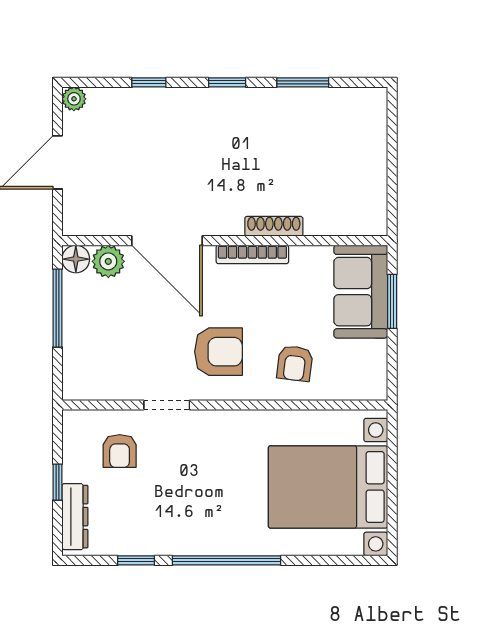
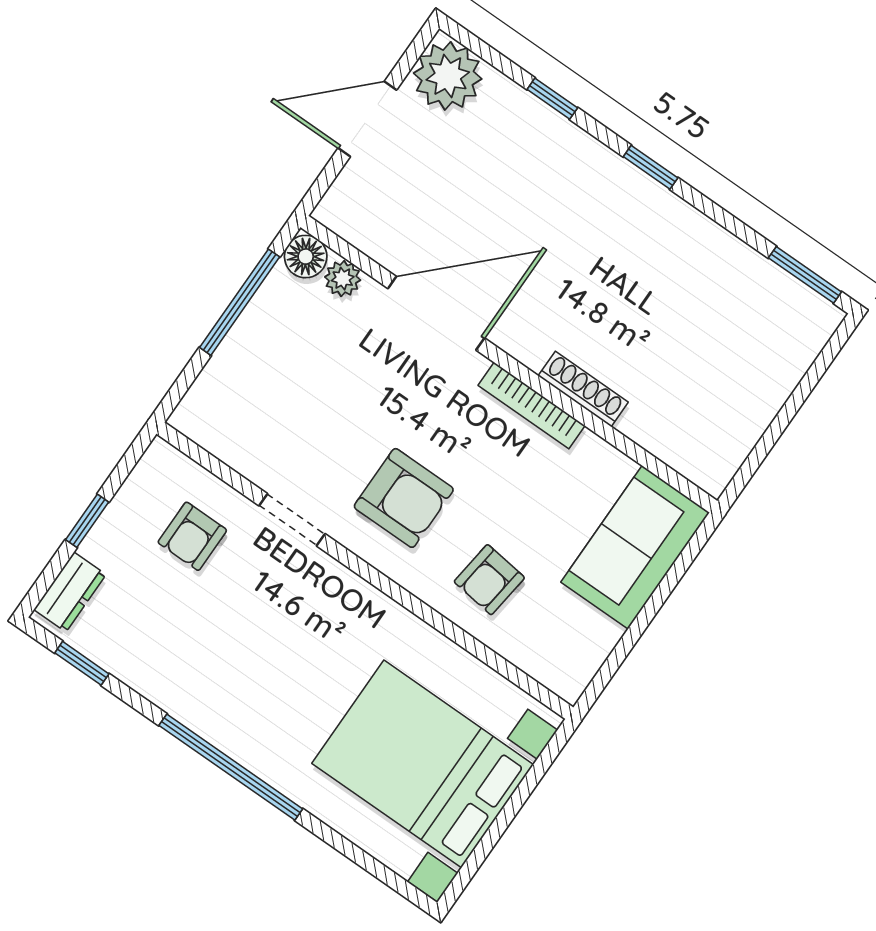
window: (303, 82) -> (805, 275), moved
plant: (74, 99) -> (448, 76), width x1.88, depth x1.88
door: (167, 241) -> (436, 313), swing flipped
plant: (108, 261) -> (343, 279), width x0.73, depth x0.73
window: (392, 301) -> (666, 587), removed
dresser: (75, 517) -> (70, 592), width x0.70
window: (136, 560) -> (82, 663), moved

